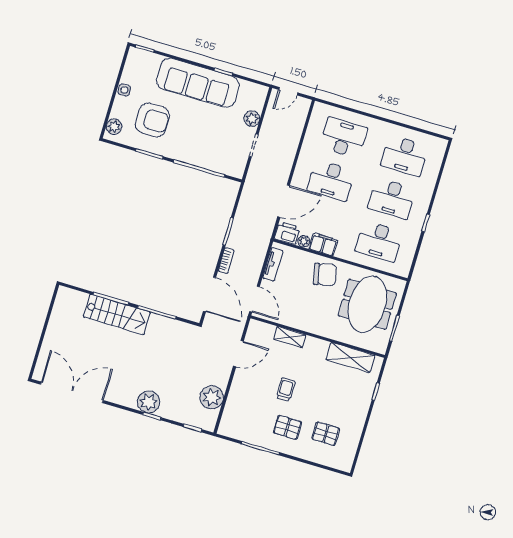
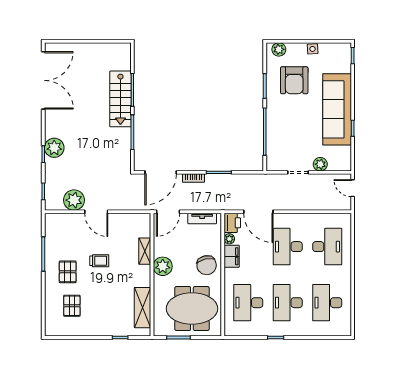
plant: (312, 322) -> (163, 266), added
door: (238, 354) -> (96, 212), moved

